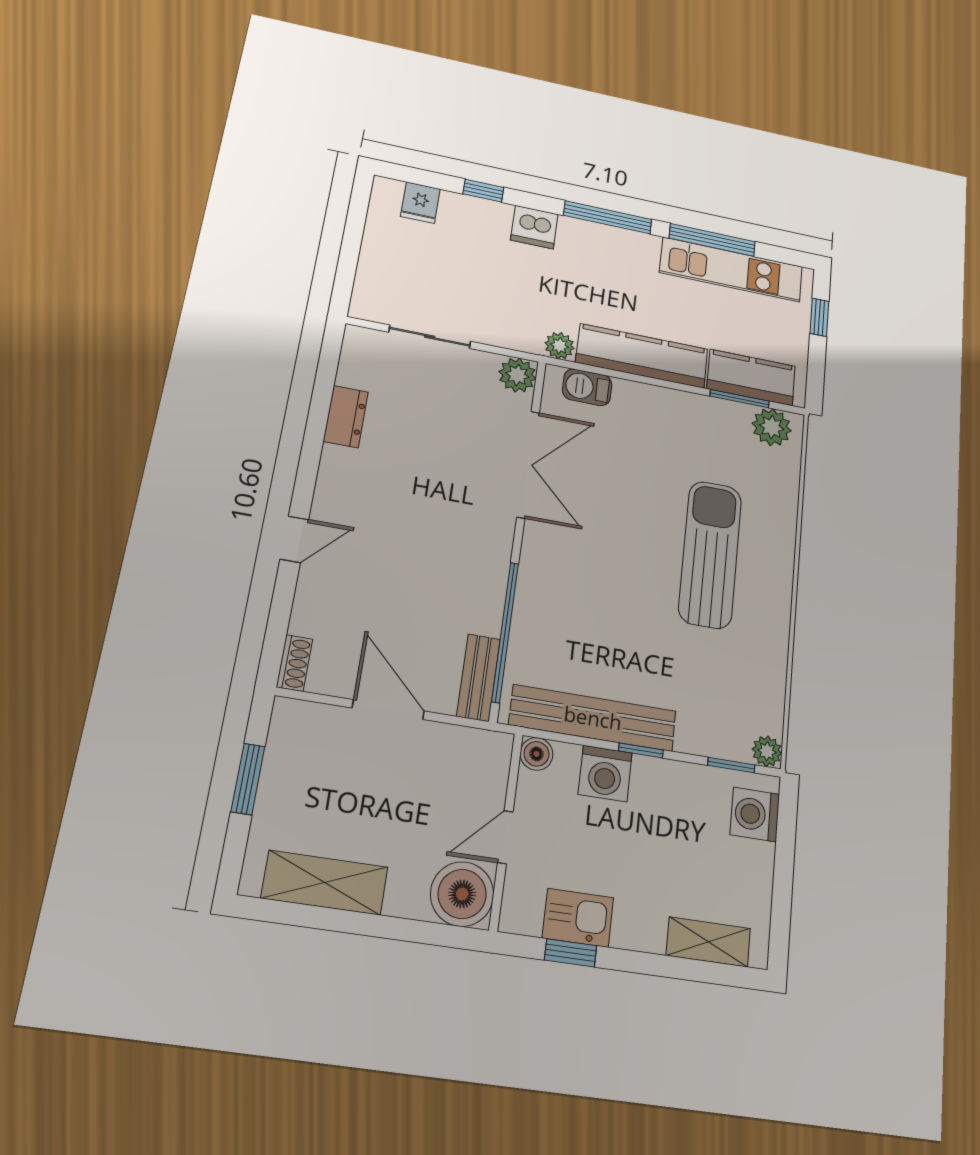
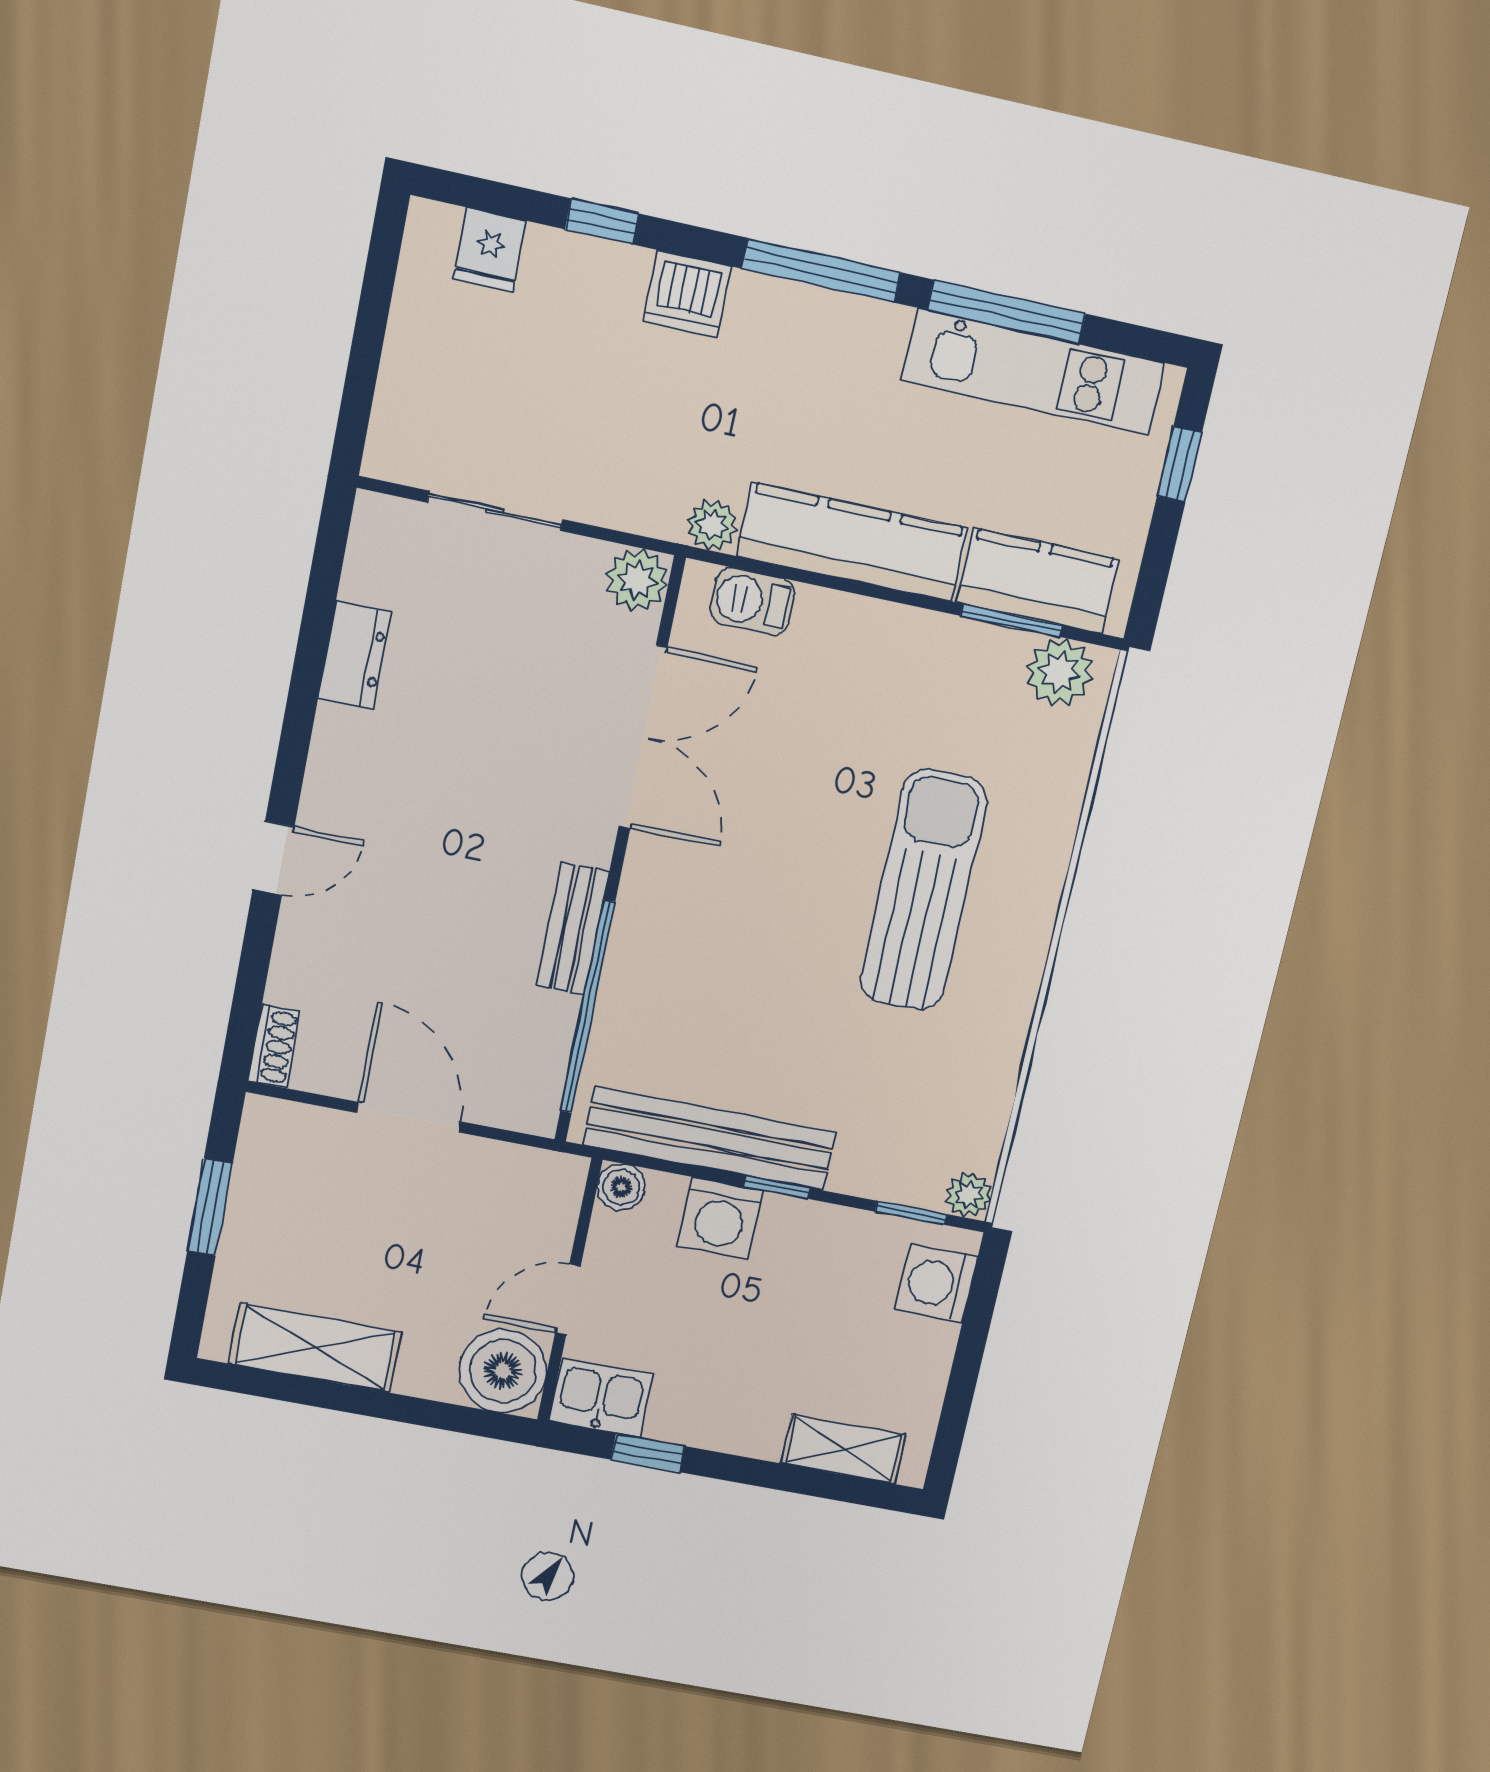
bench: (479, 678) -> (573, 929), moved
kitchen sink: (578, 918) -> (601, 1398), moved

